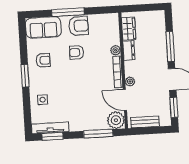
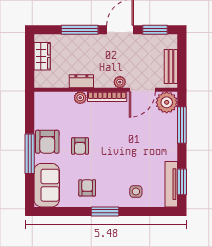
armchair: (78, 26) -> (47, 142), turned 180
wardrobe: (129, 29) -> (42, 56), moved, turned 90

